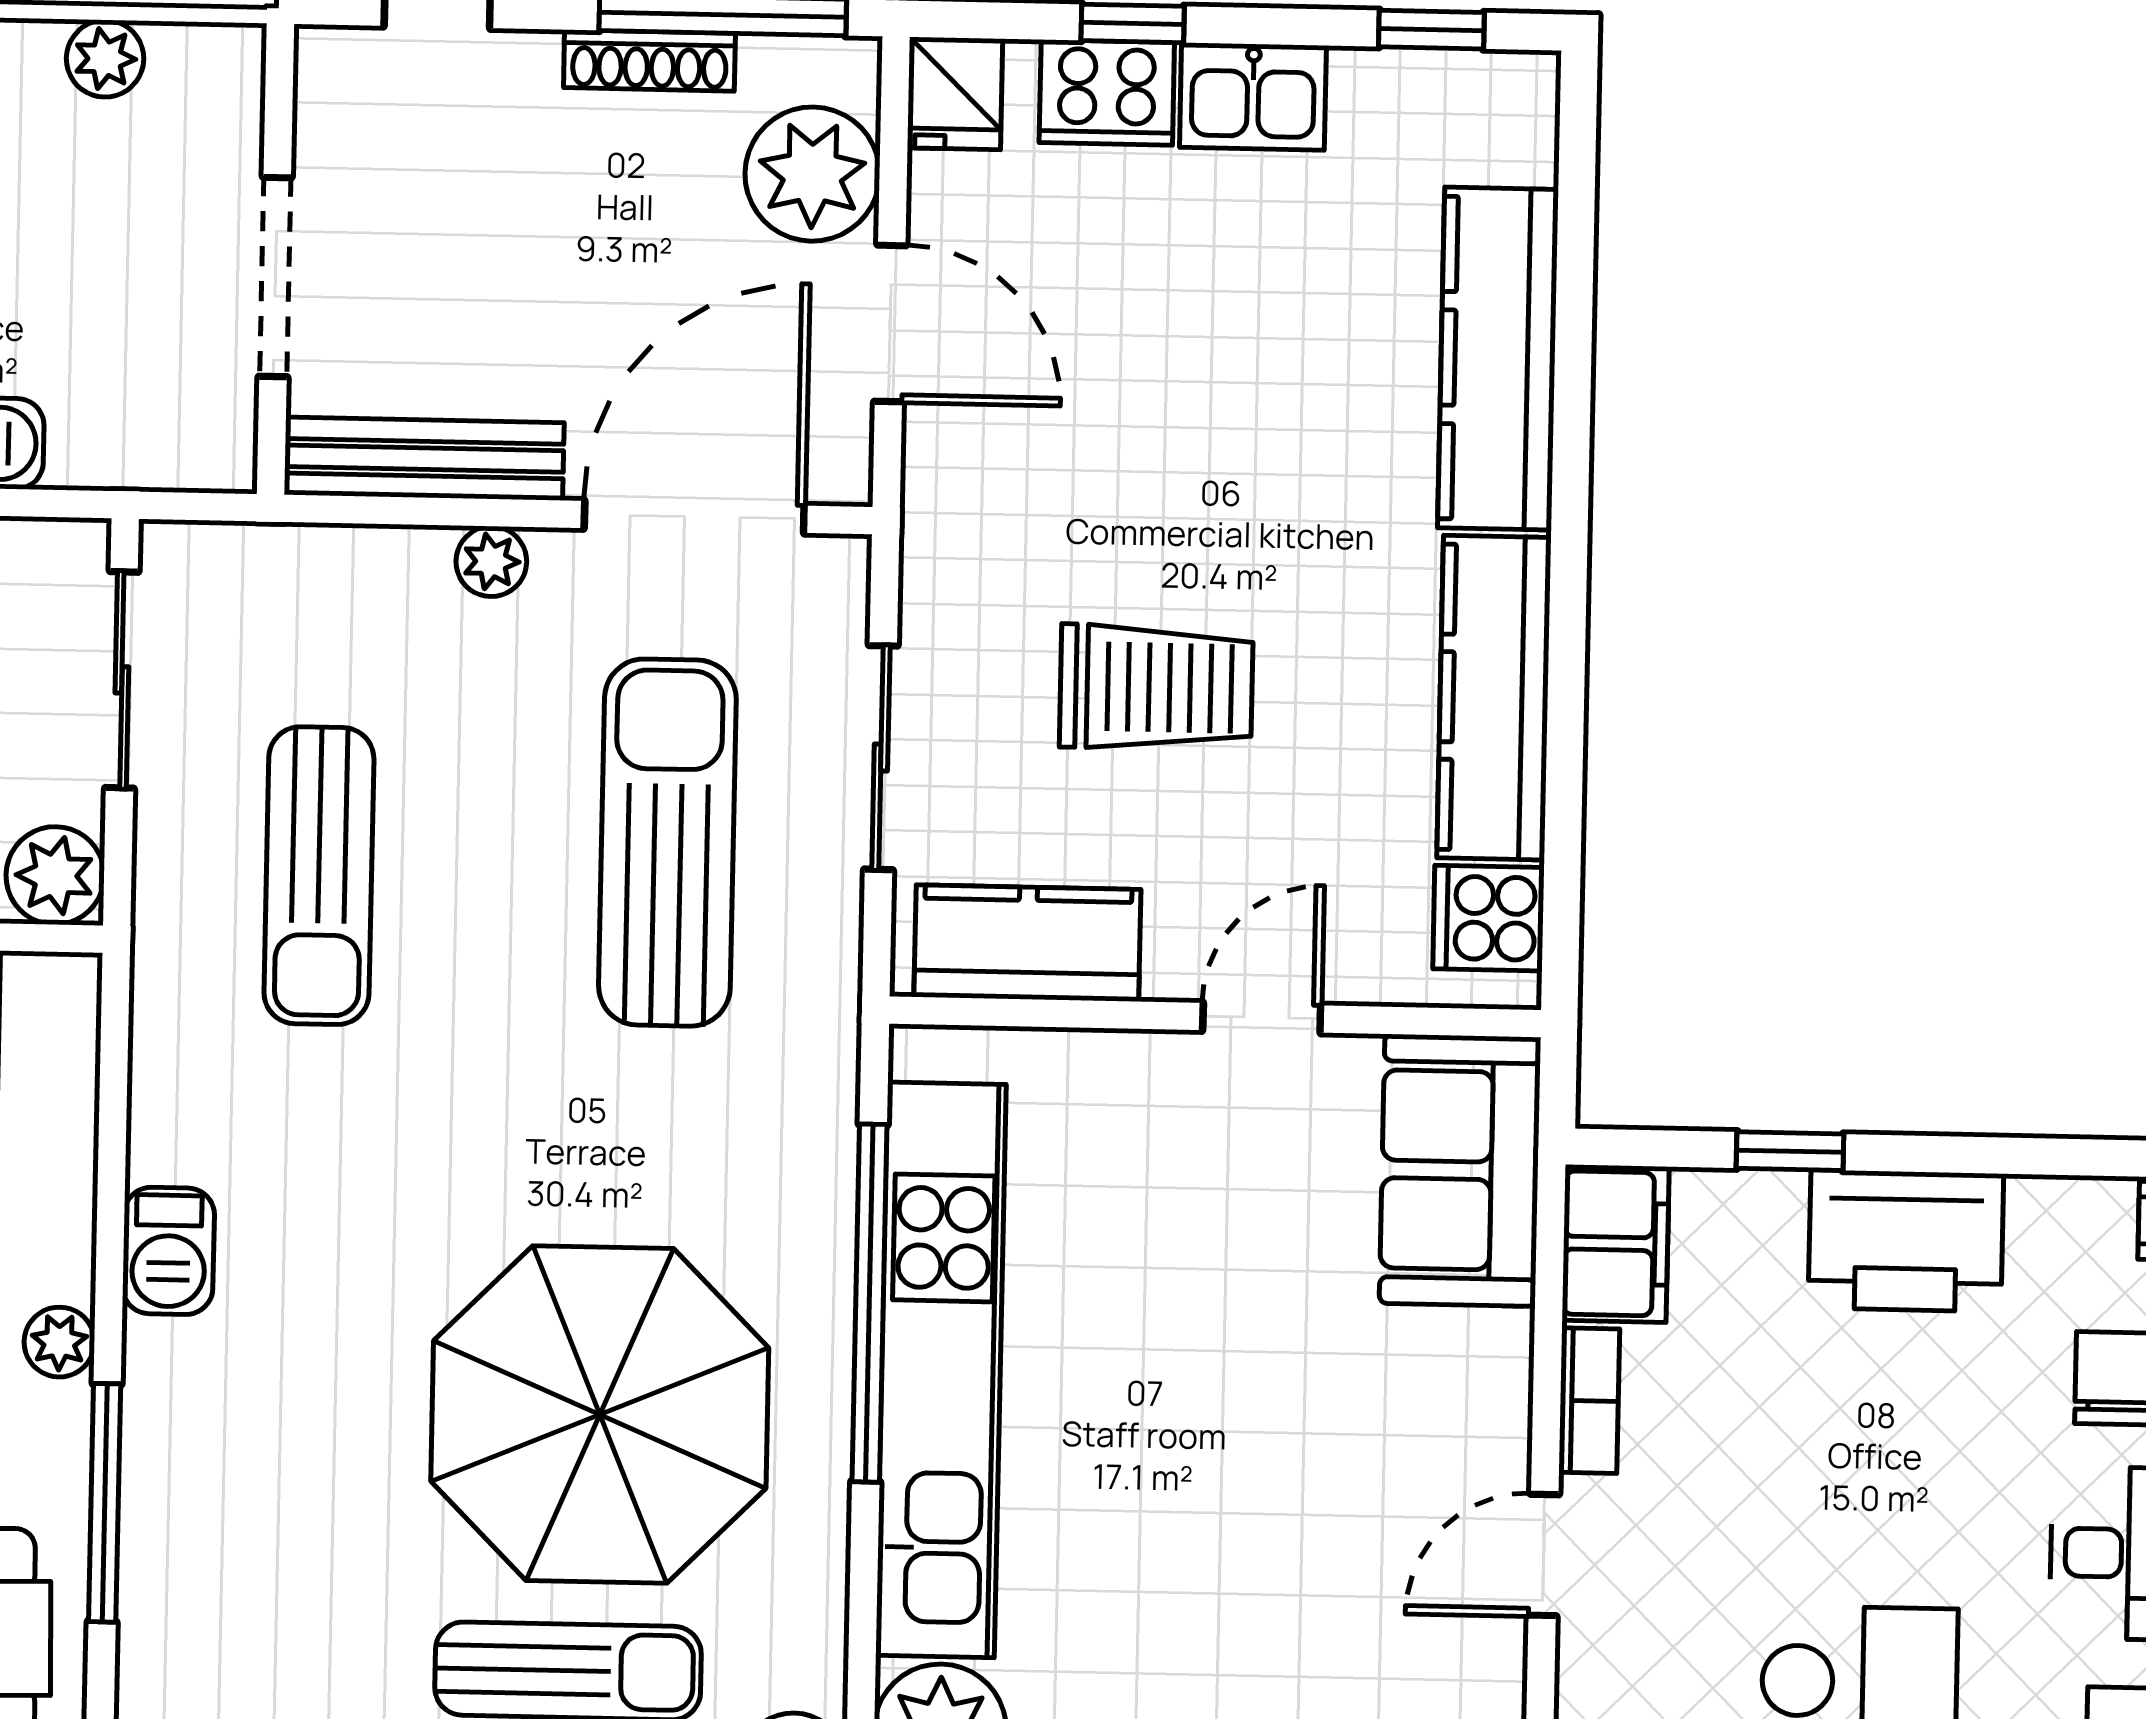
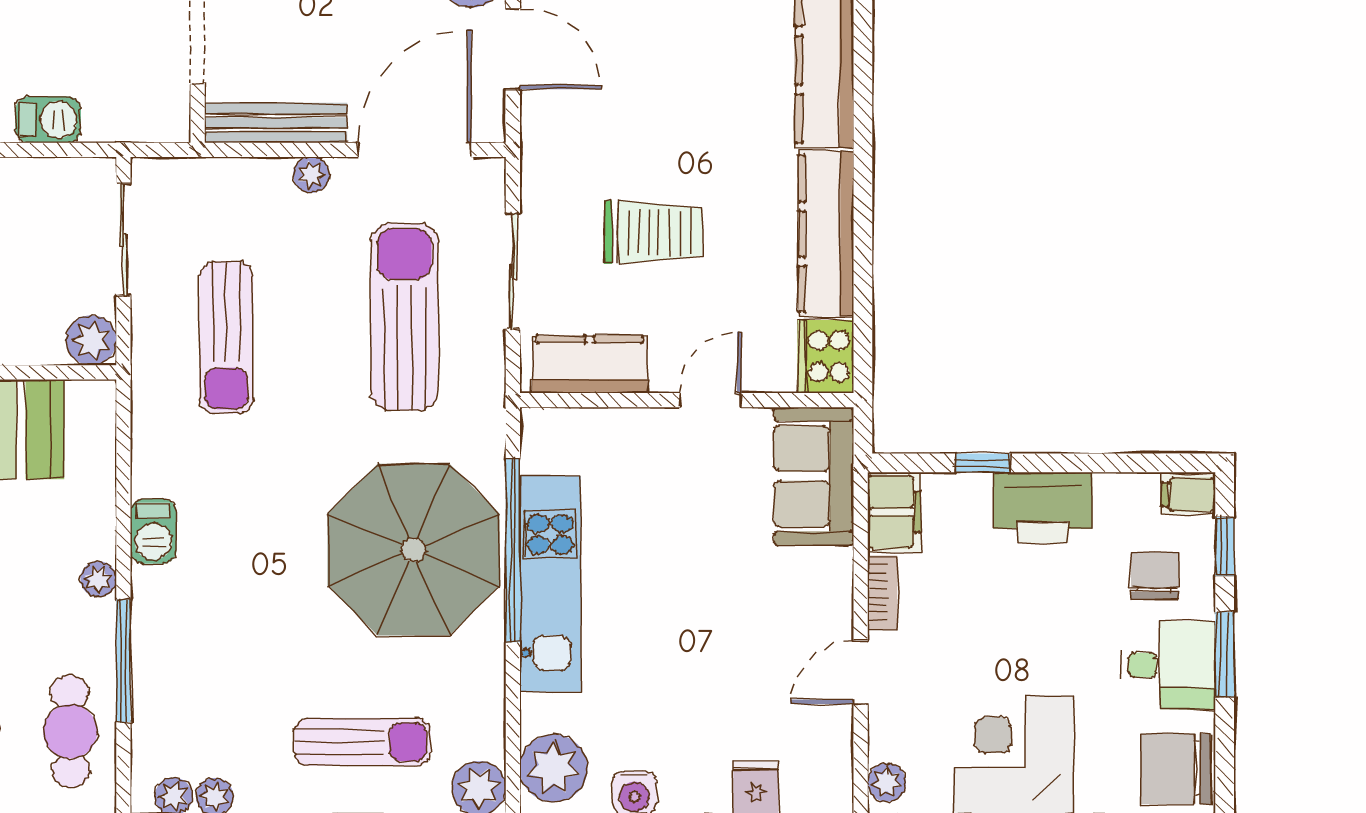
cooker: (1489, 918) -> (826, 356), width x1.36
kitchen unit: (941, 1370) -> (550, 584), width x0.73
parasol: (600, 1415) -> (414, 550), moved

